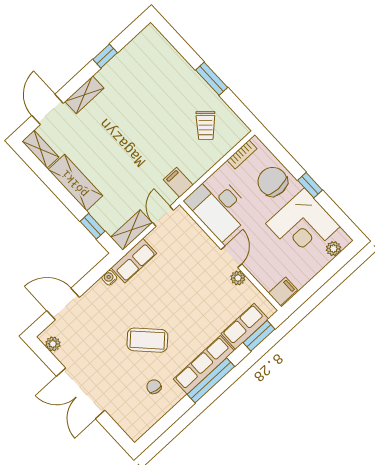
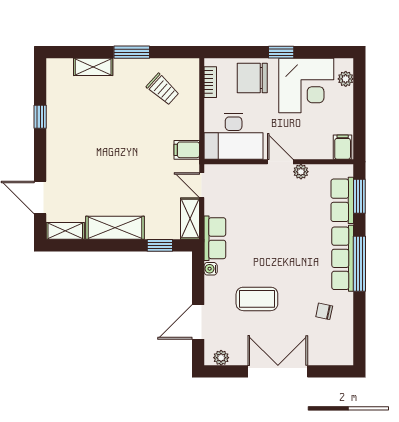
shelving: (84, 95) -> (93, 67), moved, turned 90
coffee table: (147, 340) -> (257, 299), moved, turned 44
double door: (81, 393) -> (278, 371), swing flipped

